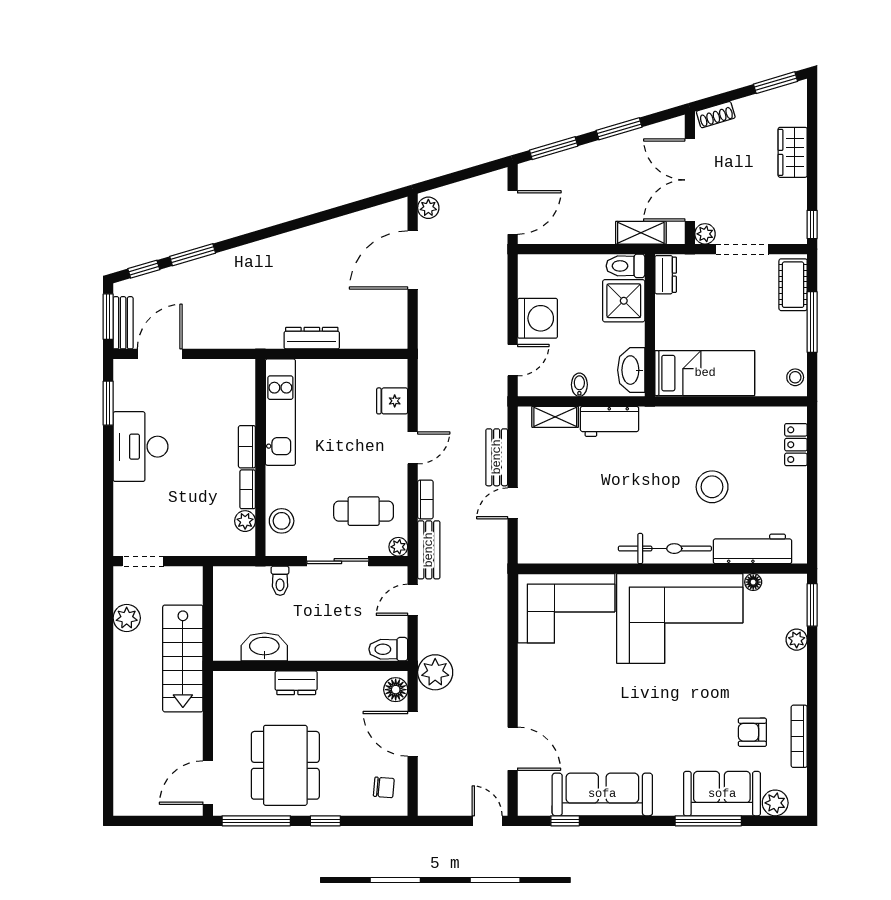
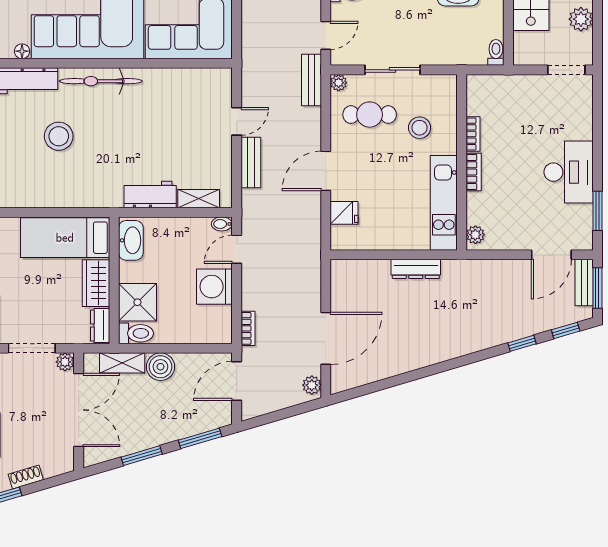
shoe rack: (716, 115) -> (26, 477), moved
boiler: (598, 228) -> (160, 367), added
window: (193, 255) -> (522, 343), width x0.67
wardrobe: (670, 322) -> (96, 283), added
bidet: (579, 385) -> (222, 224), moved, turned 90
door: (413, 448) -> (326, 171), width x1.38
bookcase: (425, 499) -> (248, 328), moved, turned 180
plant: (245, 521) -> (475, 235), moved
stool: (282, 521) -> (420, 128), moved
toilet: (280, 581) -> (496, 52), moved

